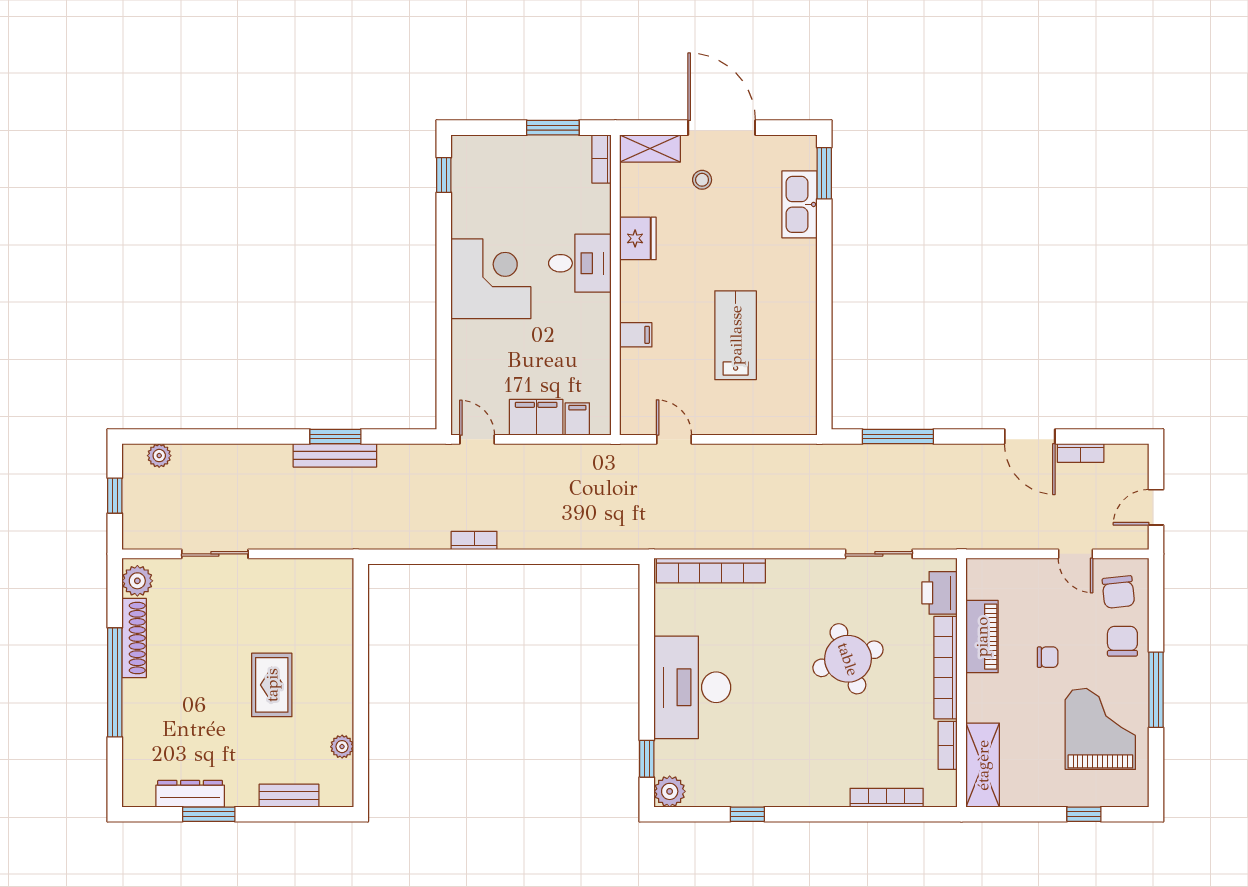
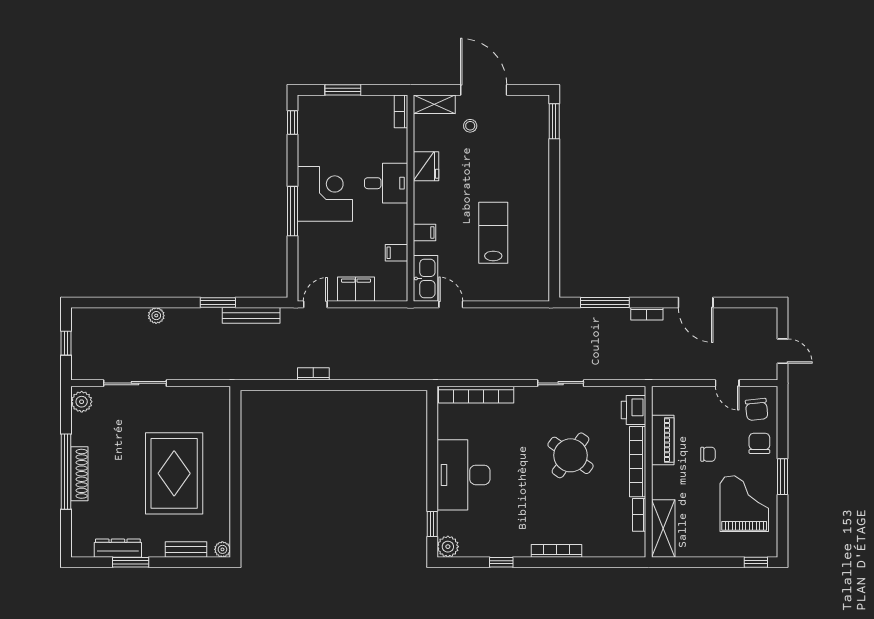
window: (553, 128) -> (343, 90), moved
kitchen sink: (799, 204) -> (426, 278), moved, turned 180
window: (444, 304) -> (292, 211), added
filing cabinet: (577, 419) -> (396, 253), moved, turned -90
door: (477, 439) -> (315, 304), hinge flipped
bookcase: (1081, 453) -> (647, 314), moved
bench: (335, 455) -> (251, 315), moved
plant: (159, 456) -> (156, 316), moved
door: (1156, 507) -> (783, 351), swing flipped
sliding door: (215, 554) -> (135, 383), width x1.37
sliding door: (879, 554) -> (561, 383), moved
shoe rack: (134, 638) -> (79, 474), moved
round table: (848, 659) -> (571, 455), turned -35
rug: (272, 685) -> (174, 473), width x1.86, depth x2.06
window: (1156, 690) -> (783, 477), width x0.69
plant: (342, 747) -> (222, 549), moved
bookcase: (887, 798) -> (556, 551), moved
window: (1084, 814) -> (756, 562), moved

